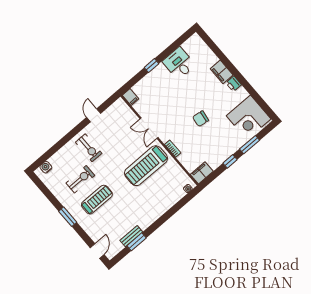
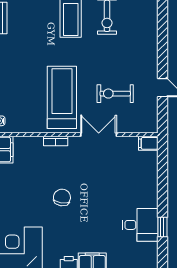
window: (151, 66) -> (162, 227), moved
exercise bike: (89, 148) -> (115, 94), moved

